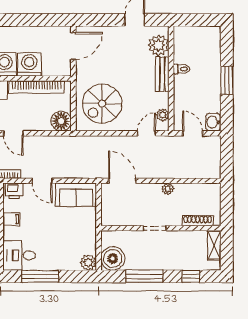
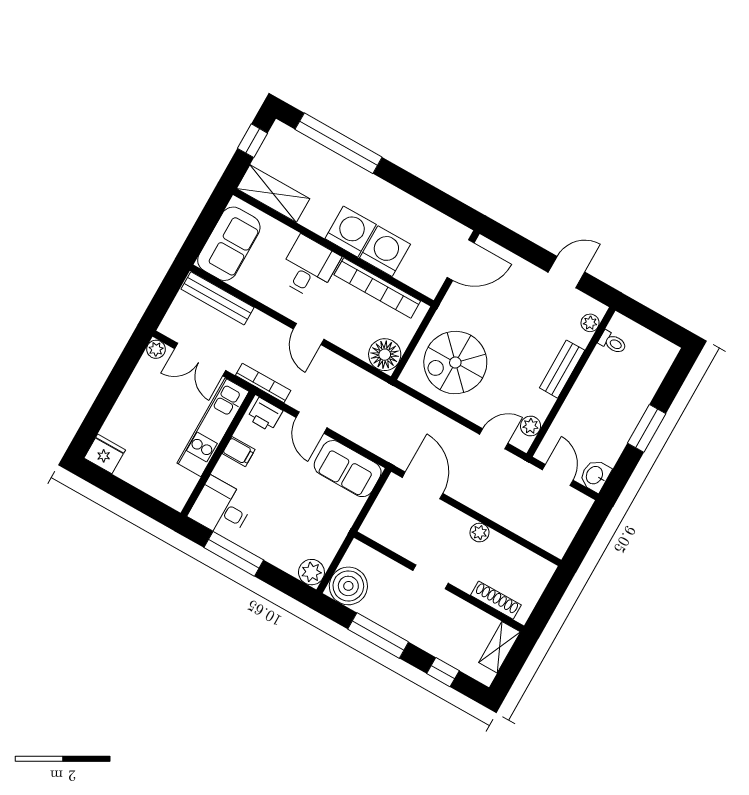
plant: (158, 45) -> (590, 323), width x0.53, depth x0.53
toilet: (182, 69) -> (613, 342), moved

